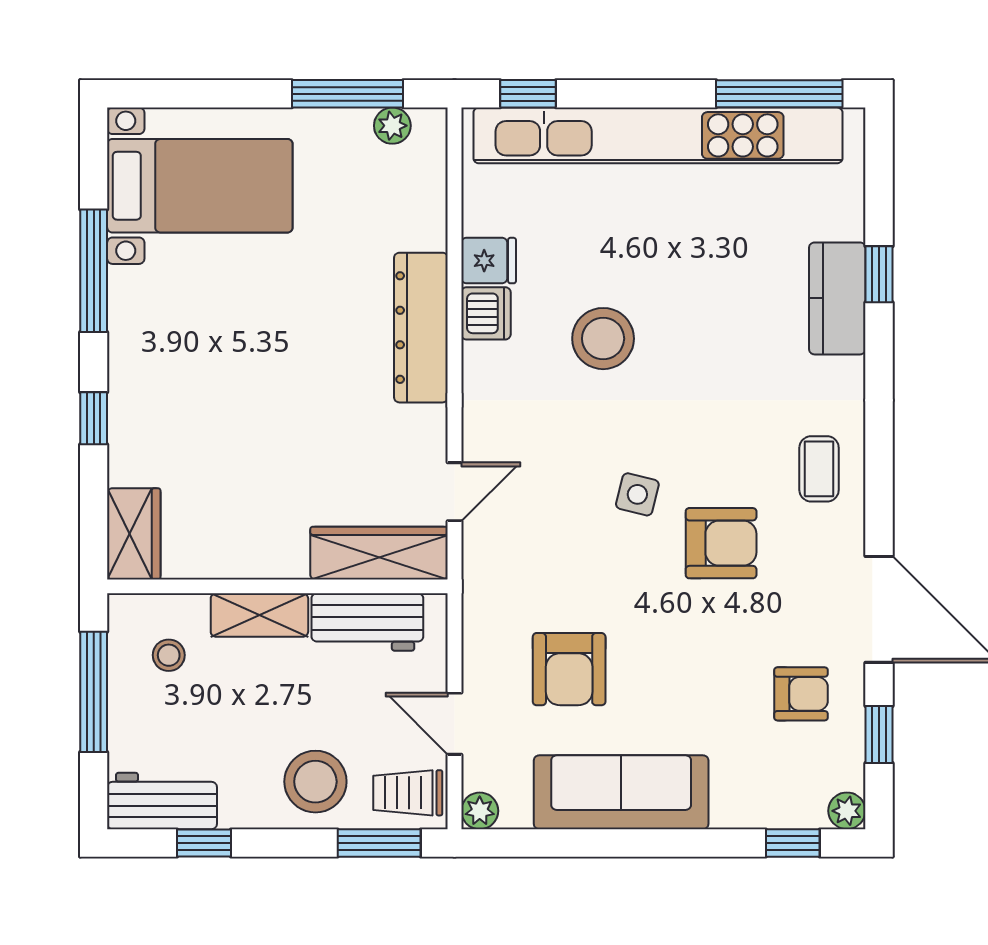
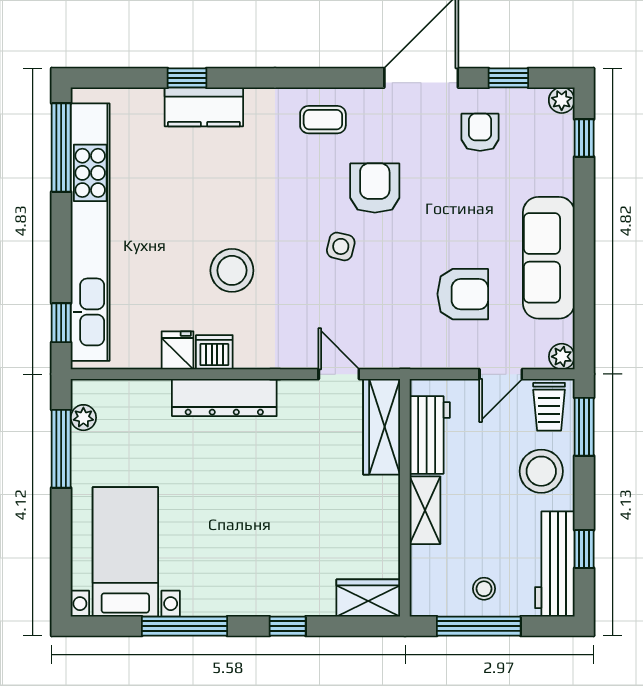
stool: (169, 655) -> (484, 589), moved
workbench: (162, 801) -> (555, 564), width x1.38

